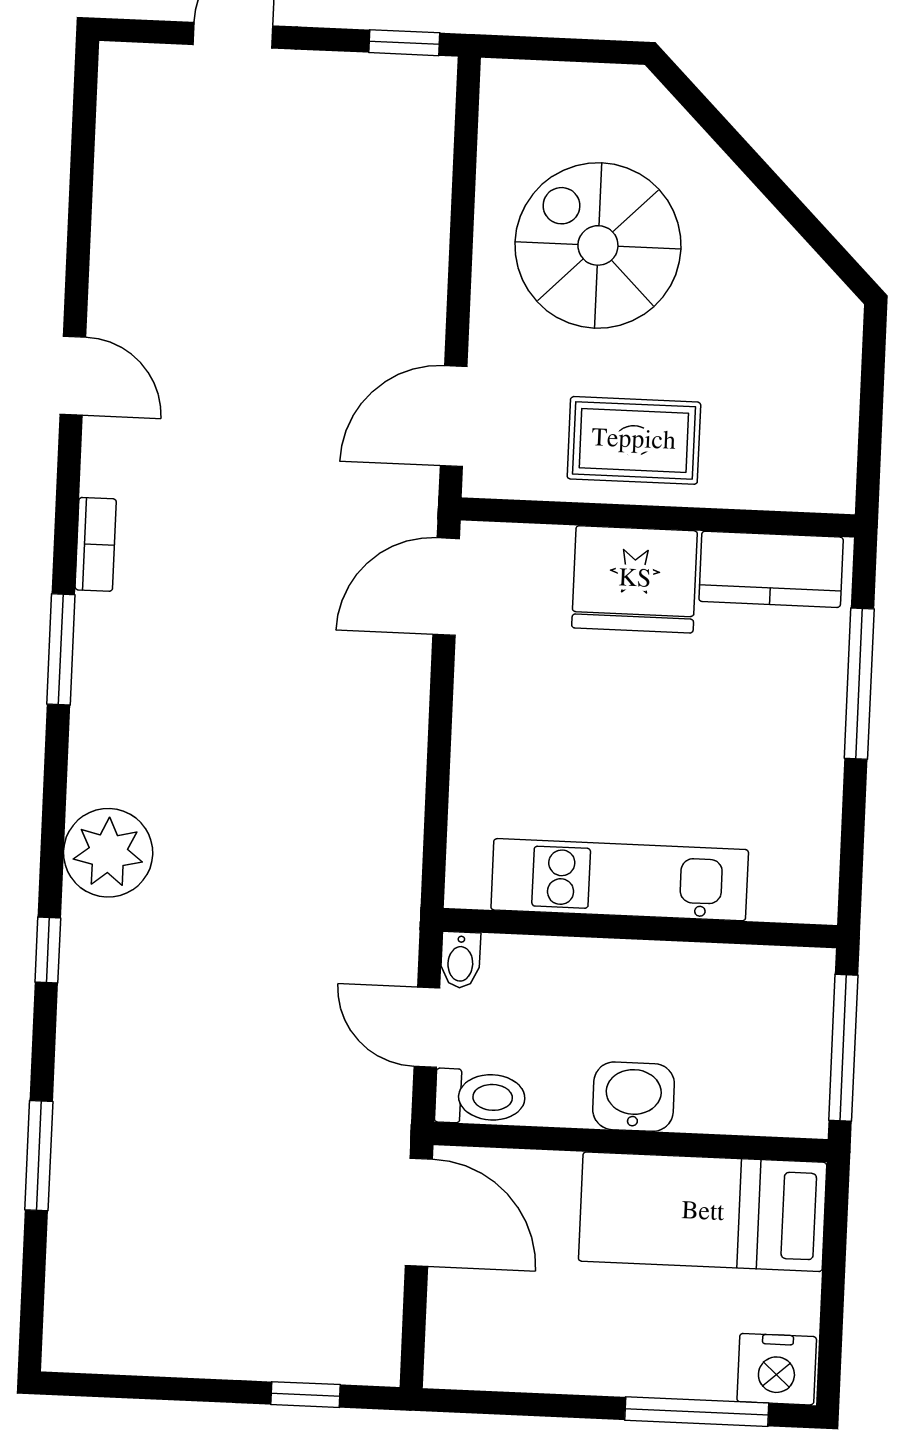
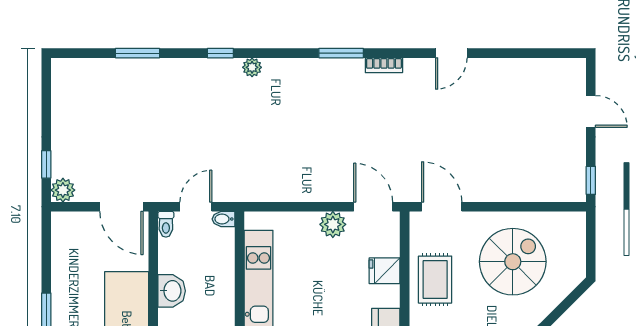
fridge: (635, 579) -> (385, 271), width x0.53, depth x0.75
plant: (486, 689) -> (333, 224), added
plant: (108, 853) -> (252, 67), width x0.53, depth x0.53
toilet: (480, 1097) -> (166, 224), width x0.73, depth x0.72
door: (419, 1212) -> (121, 207), hinge flipped
plant: (371, 1356) -> (63, 190), added

